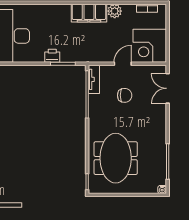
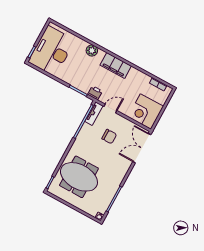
plant: (115, 11) -> (92, 51), moved
printer: (52, 56) -> (95, 93), moved
door: (123, 64) -> (110, 108), moved
double door: (168, 88) -> (142, 148), width x1.37
meeting table: (116, 158) -> (79, 177), turned 90

